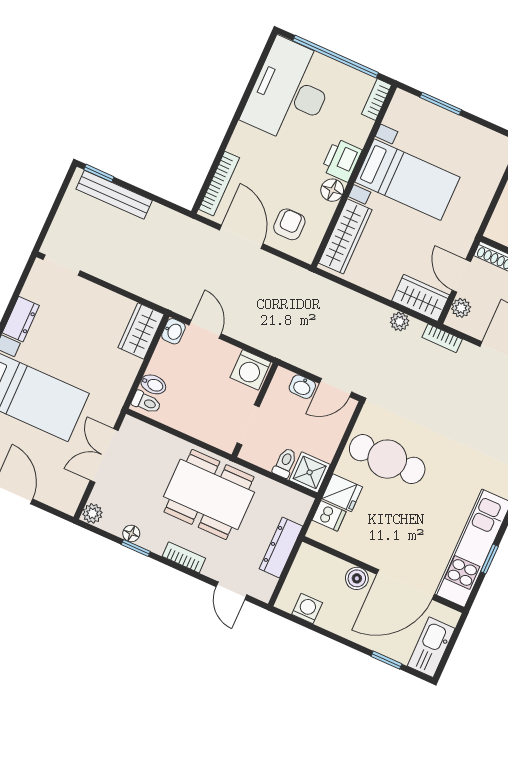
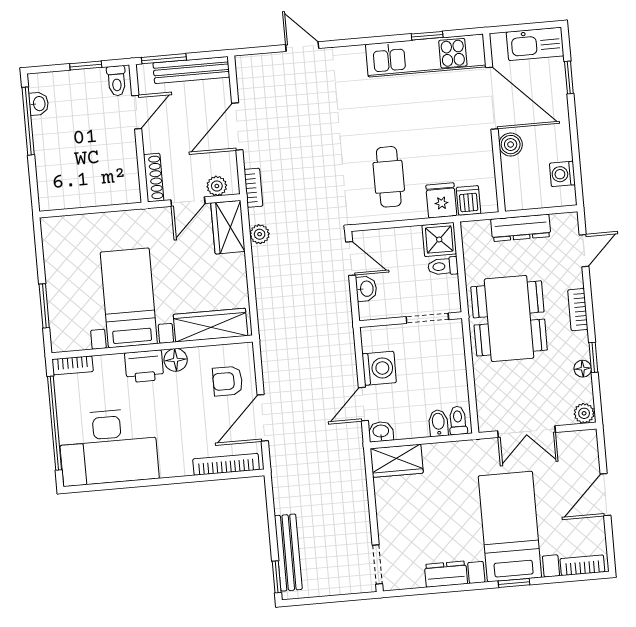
washing machine: (250, 370) -> (379, 368), moved
cafe table: (387, 459) -> (389, 177), width x0.73, depth x0.74

